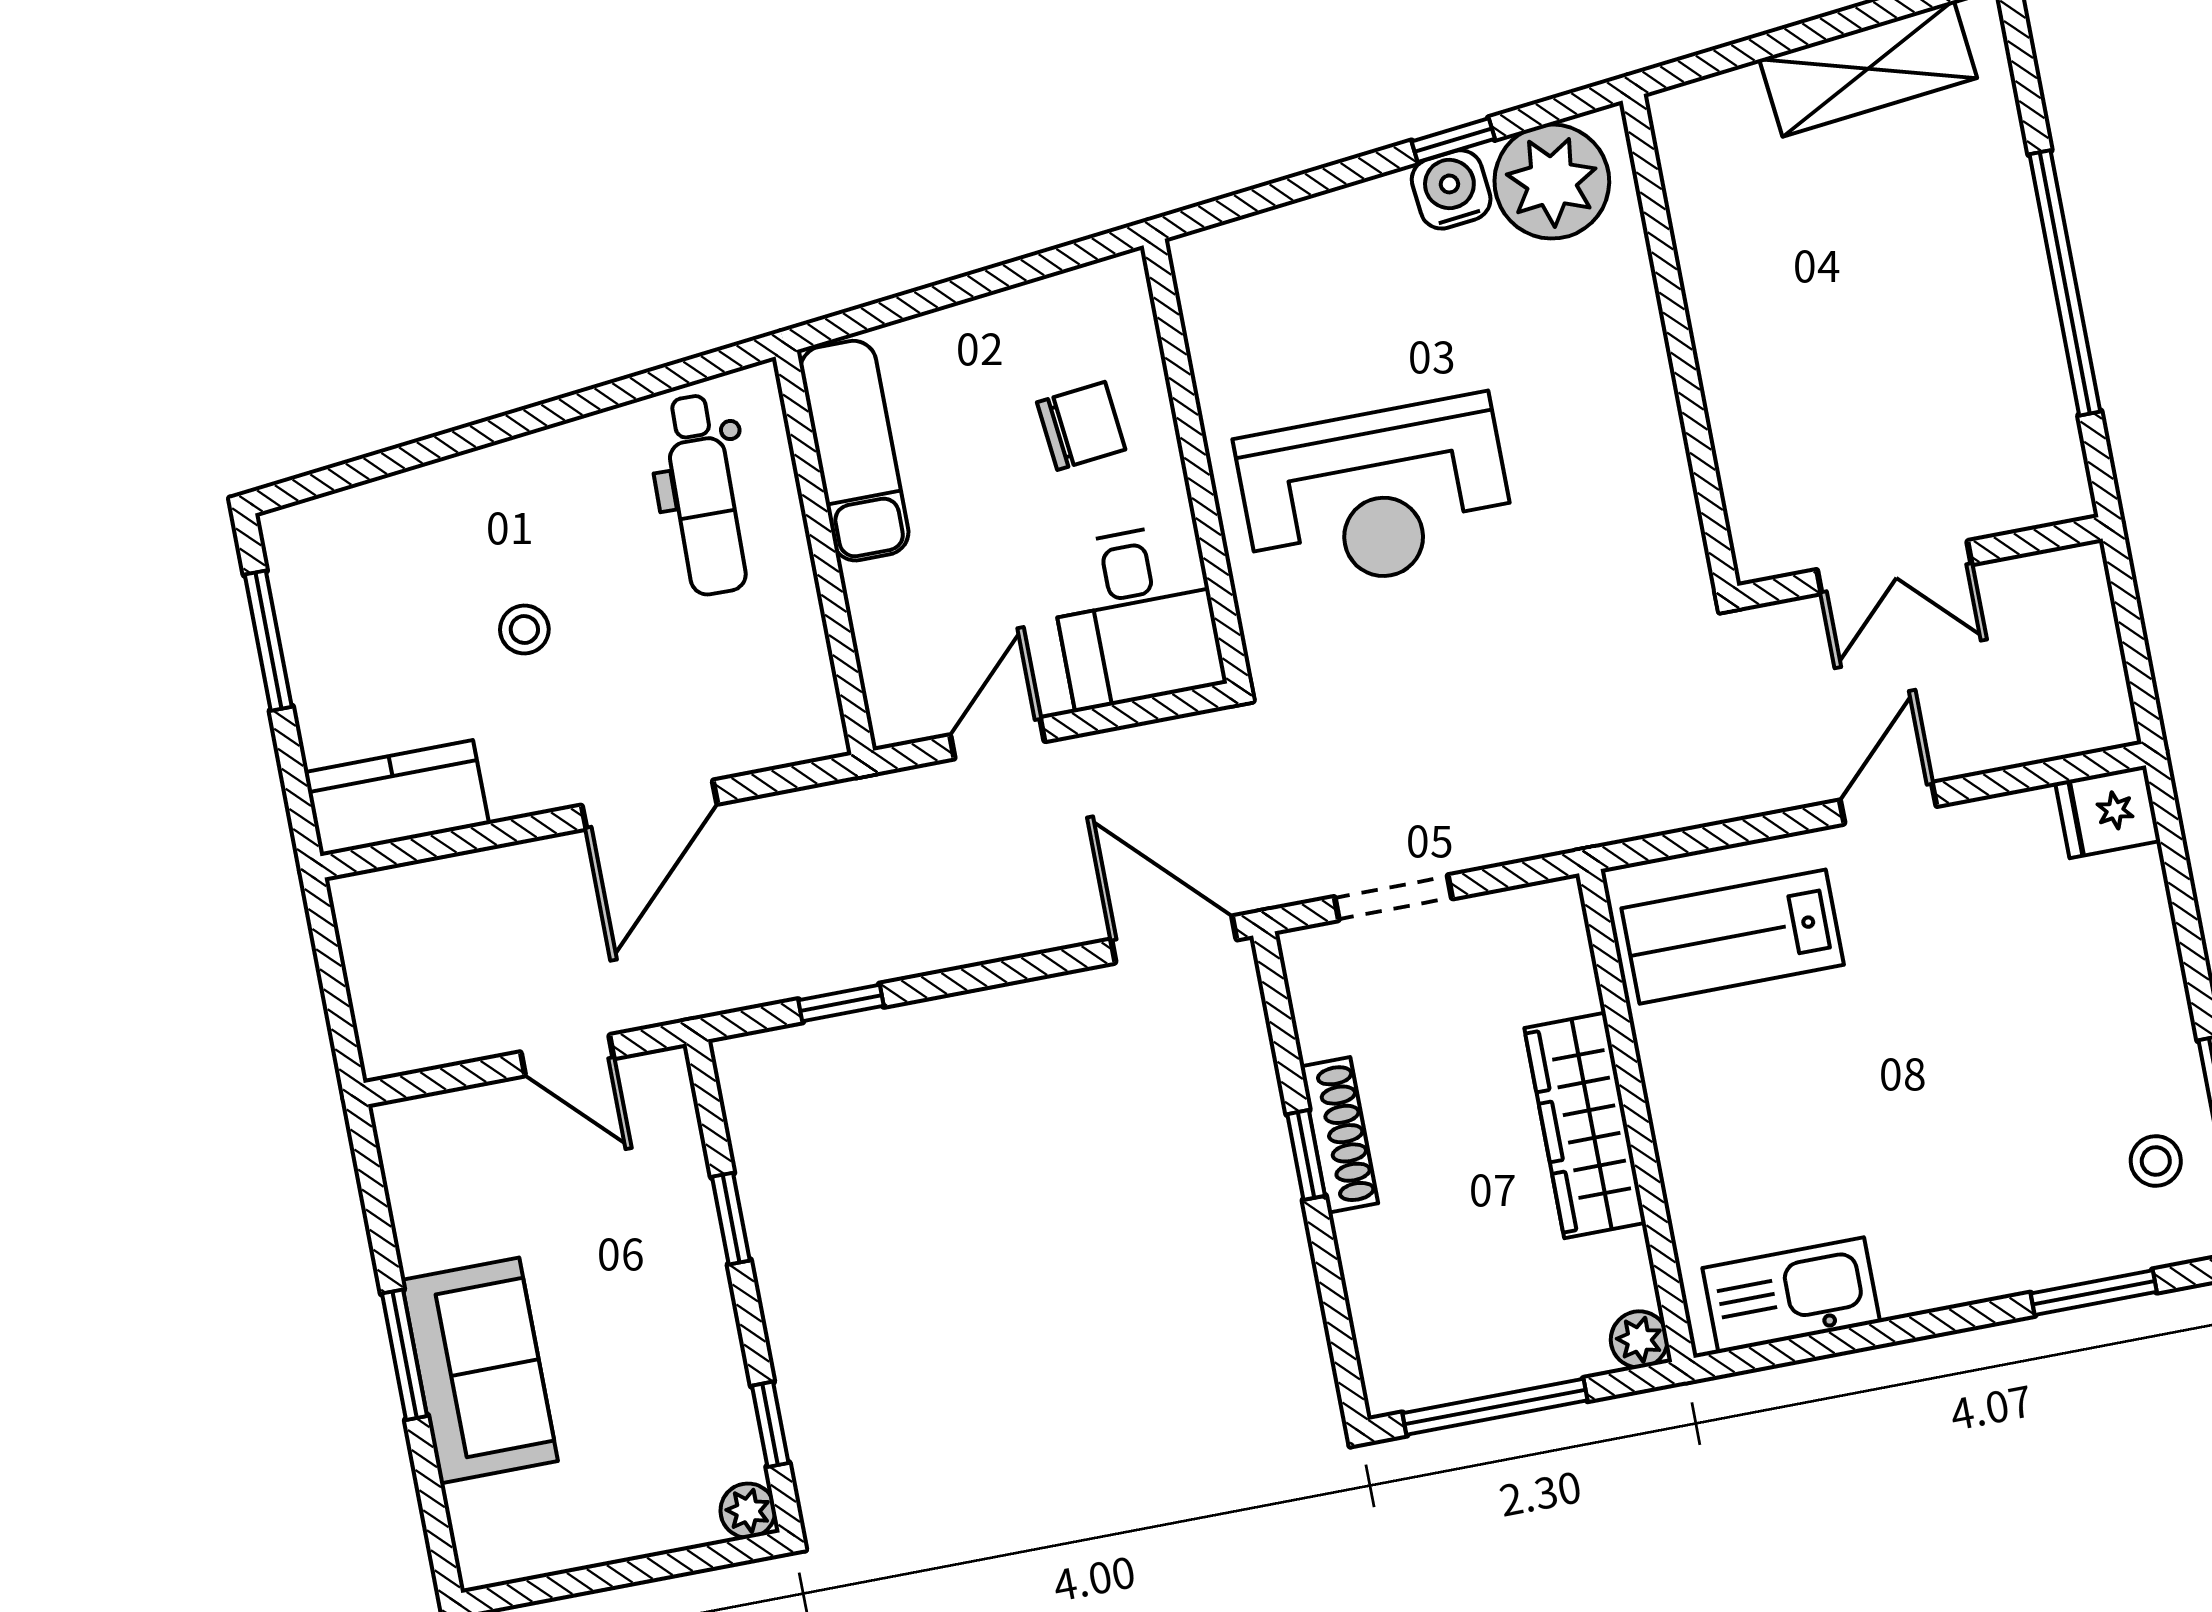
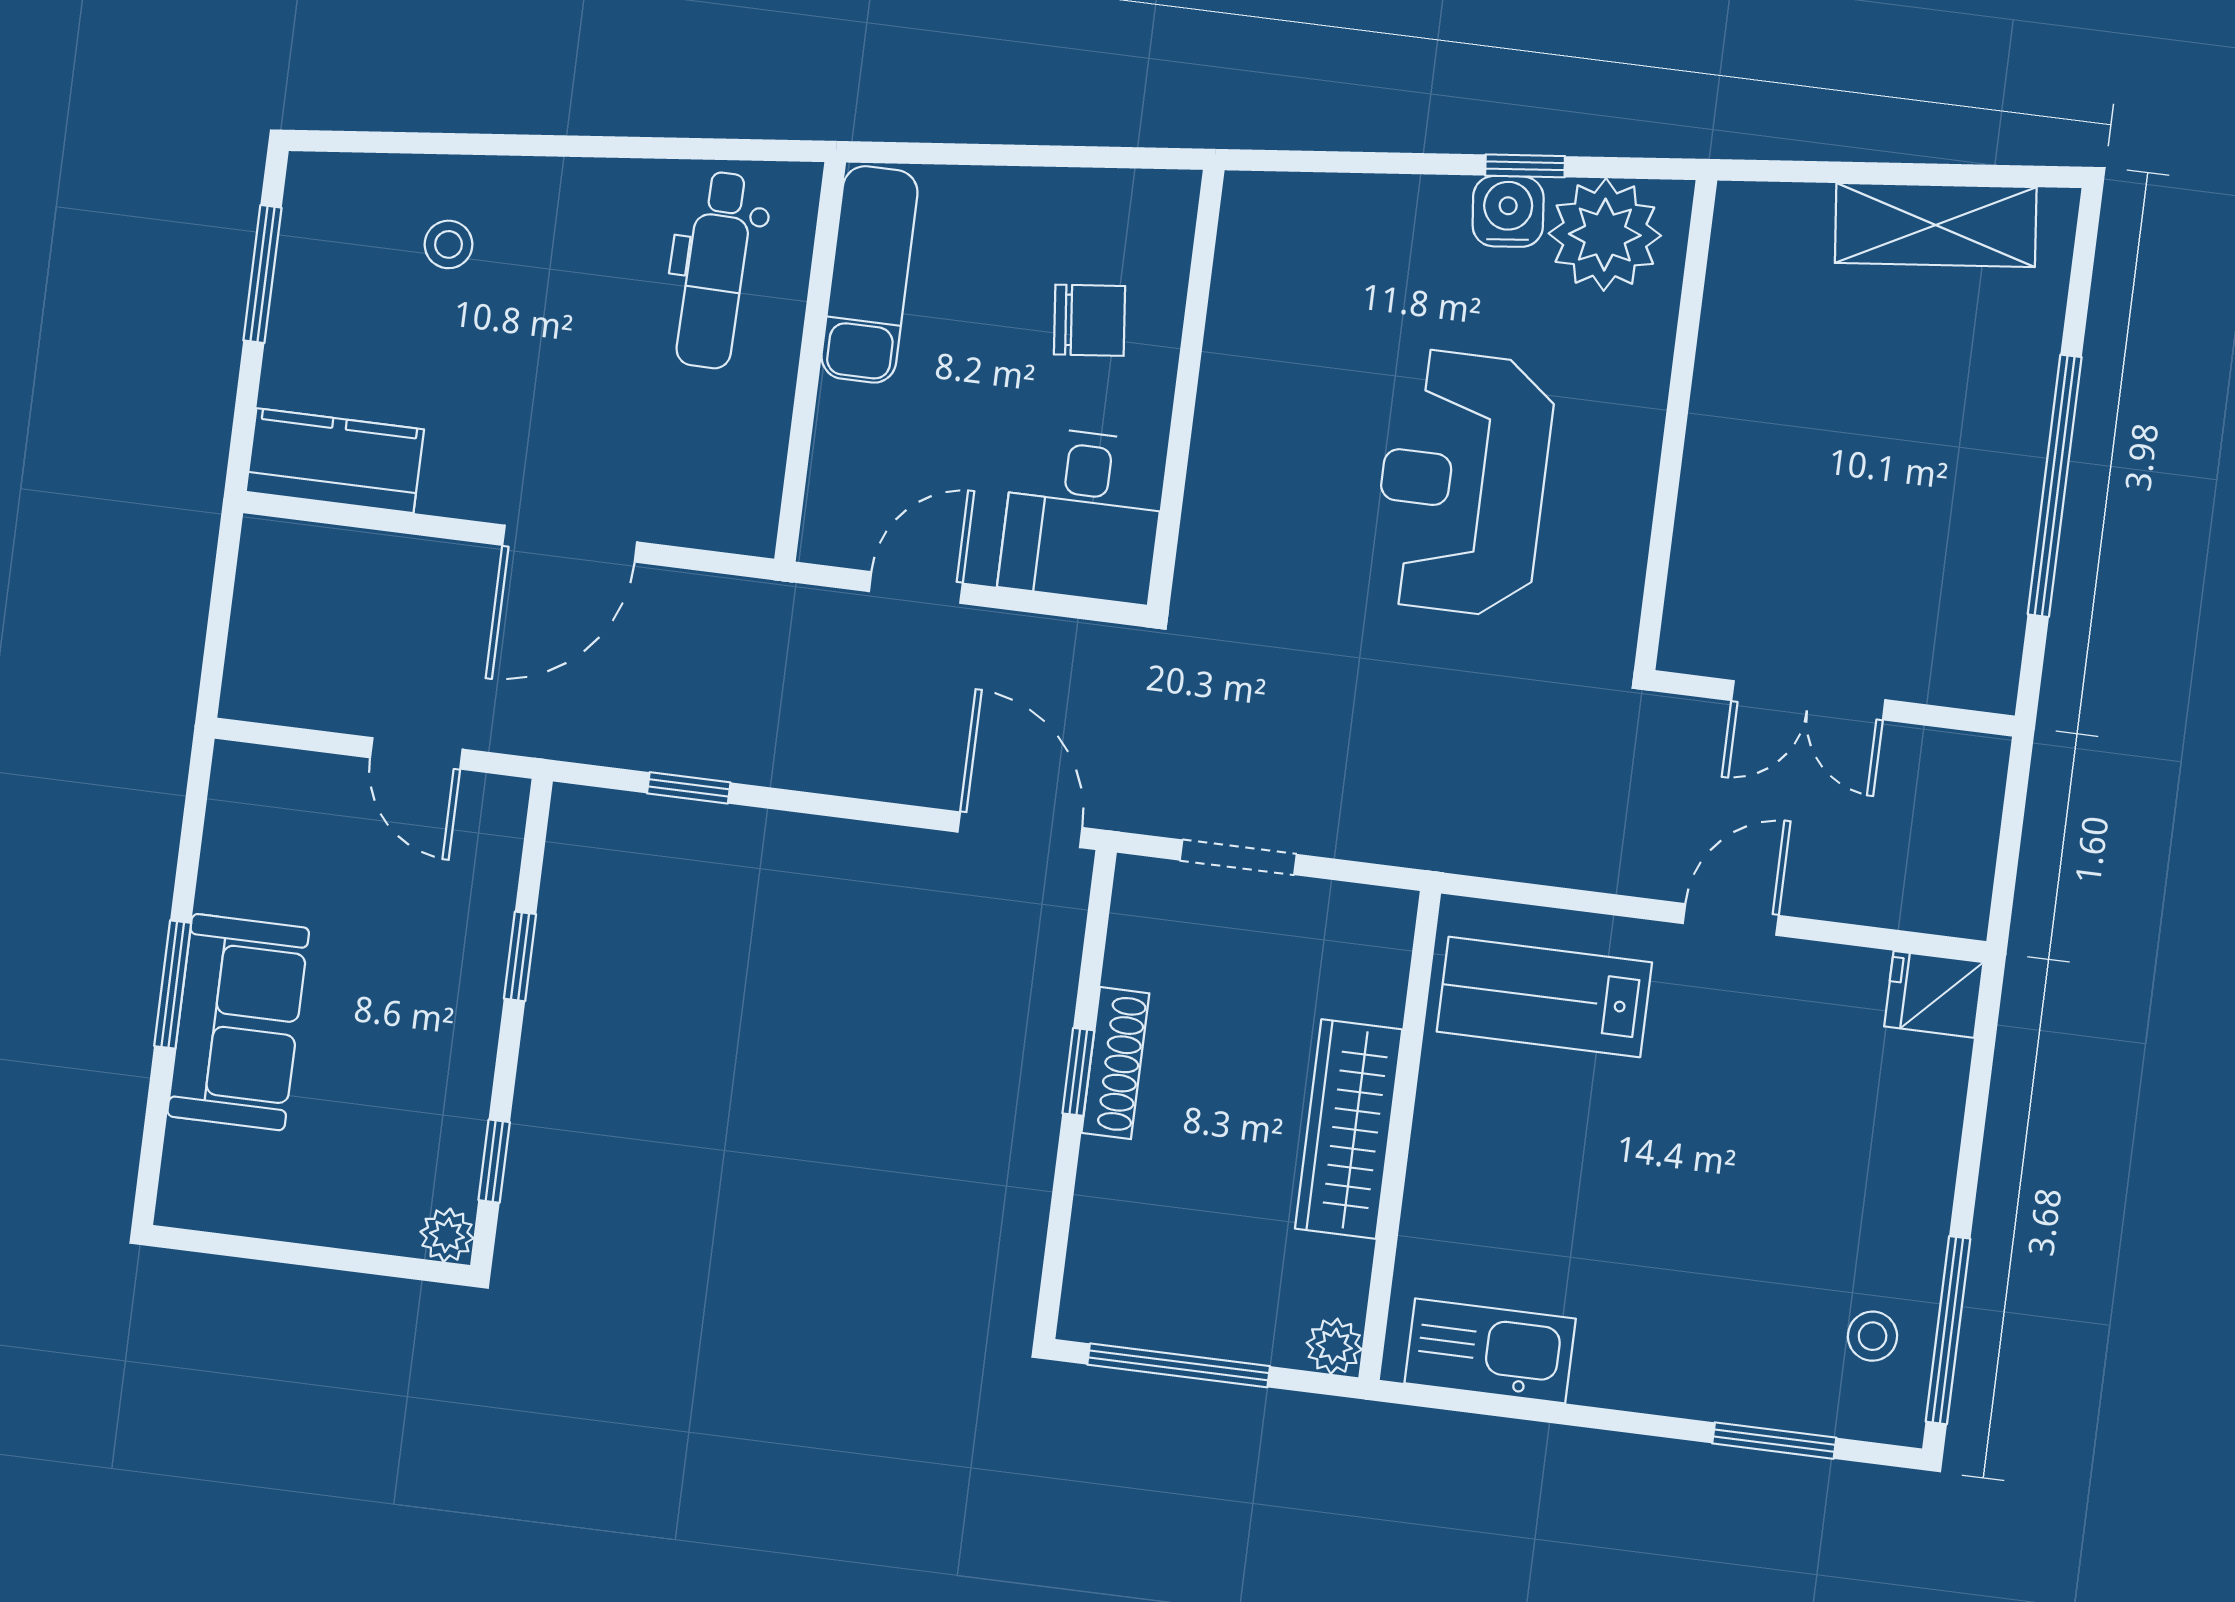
reception desk: (1376, 495) -> (1463, 483), moved, turned 90
stool: (524, 629) -> (449, 244), moved

